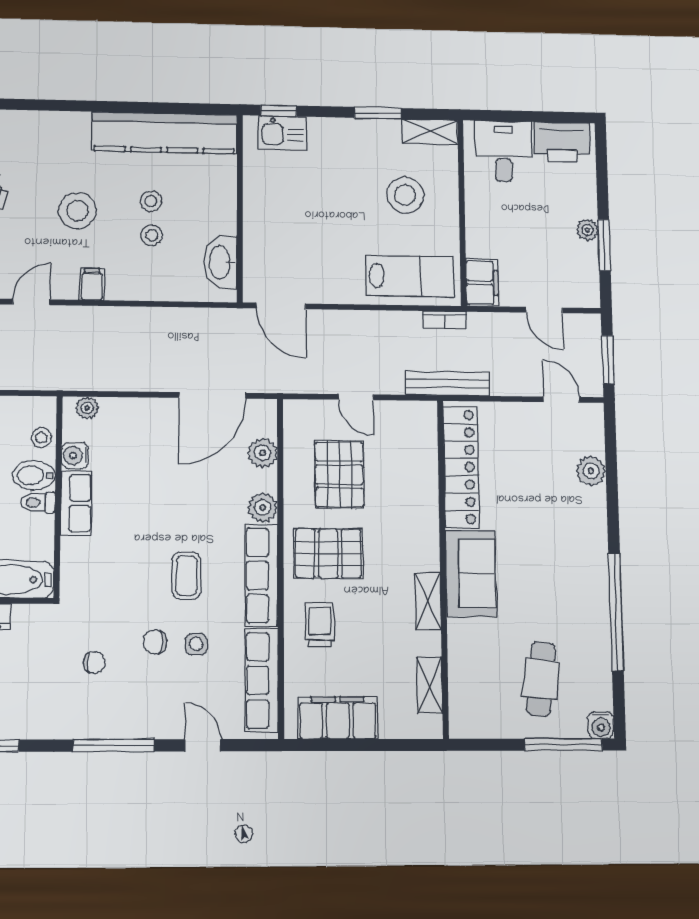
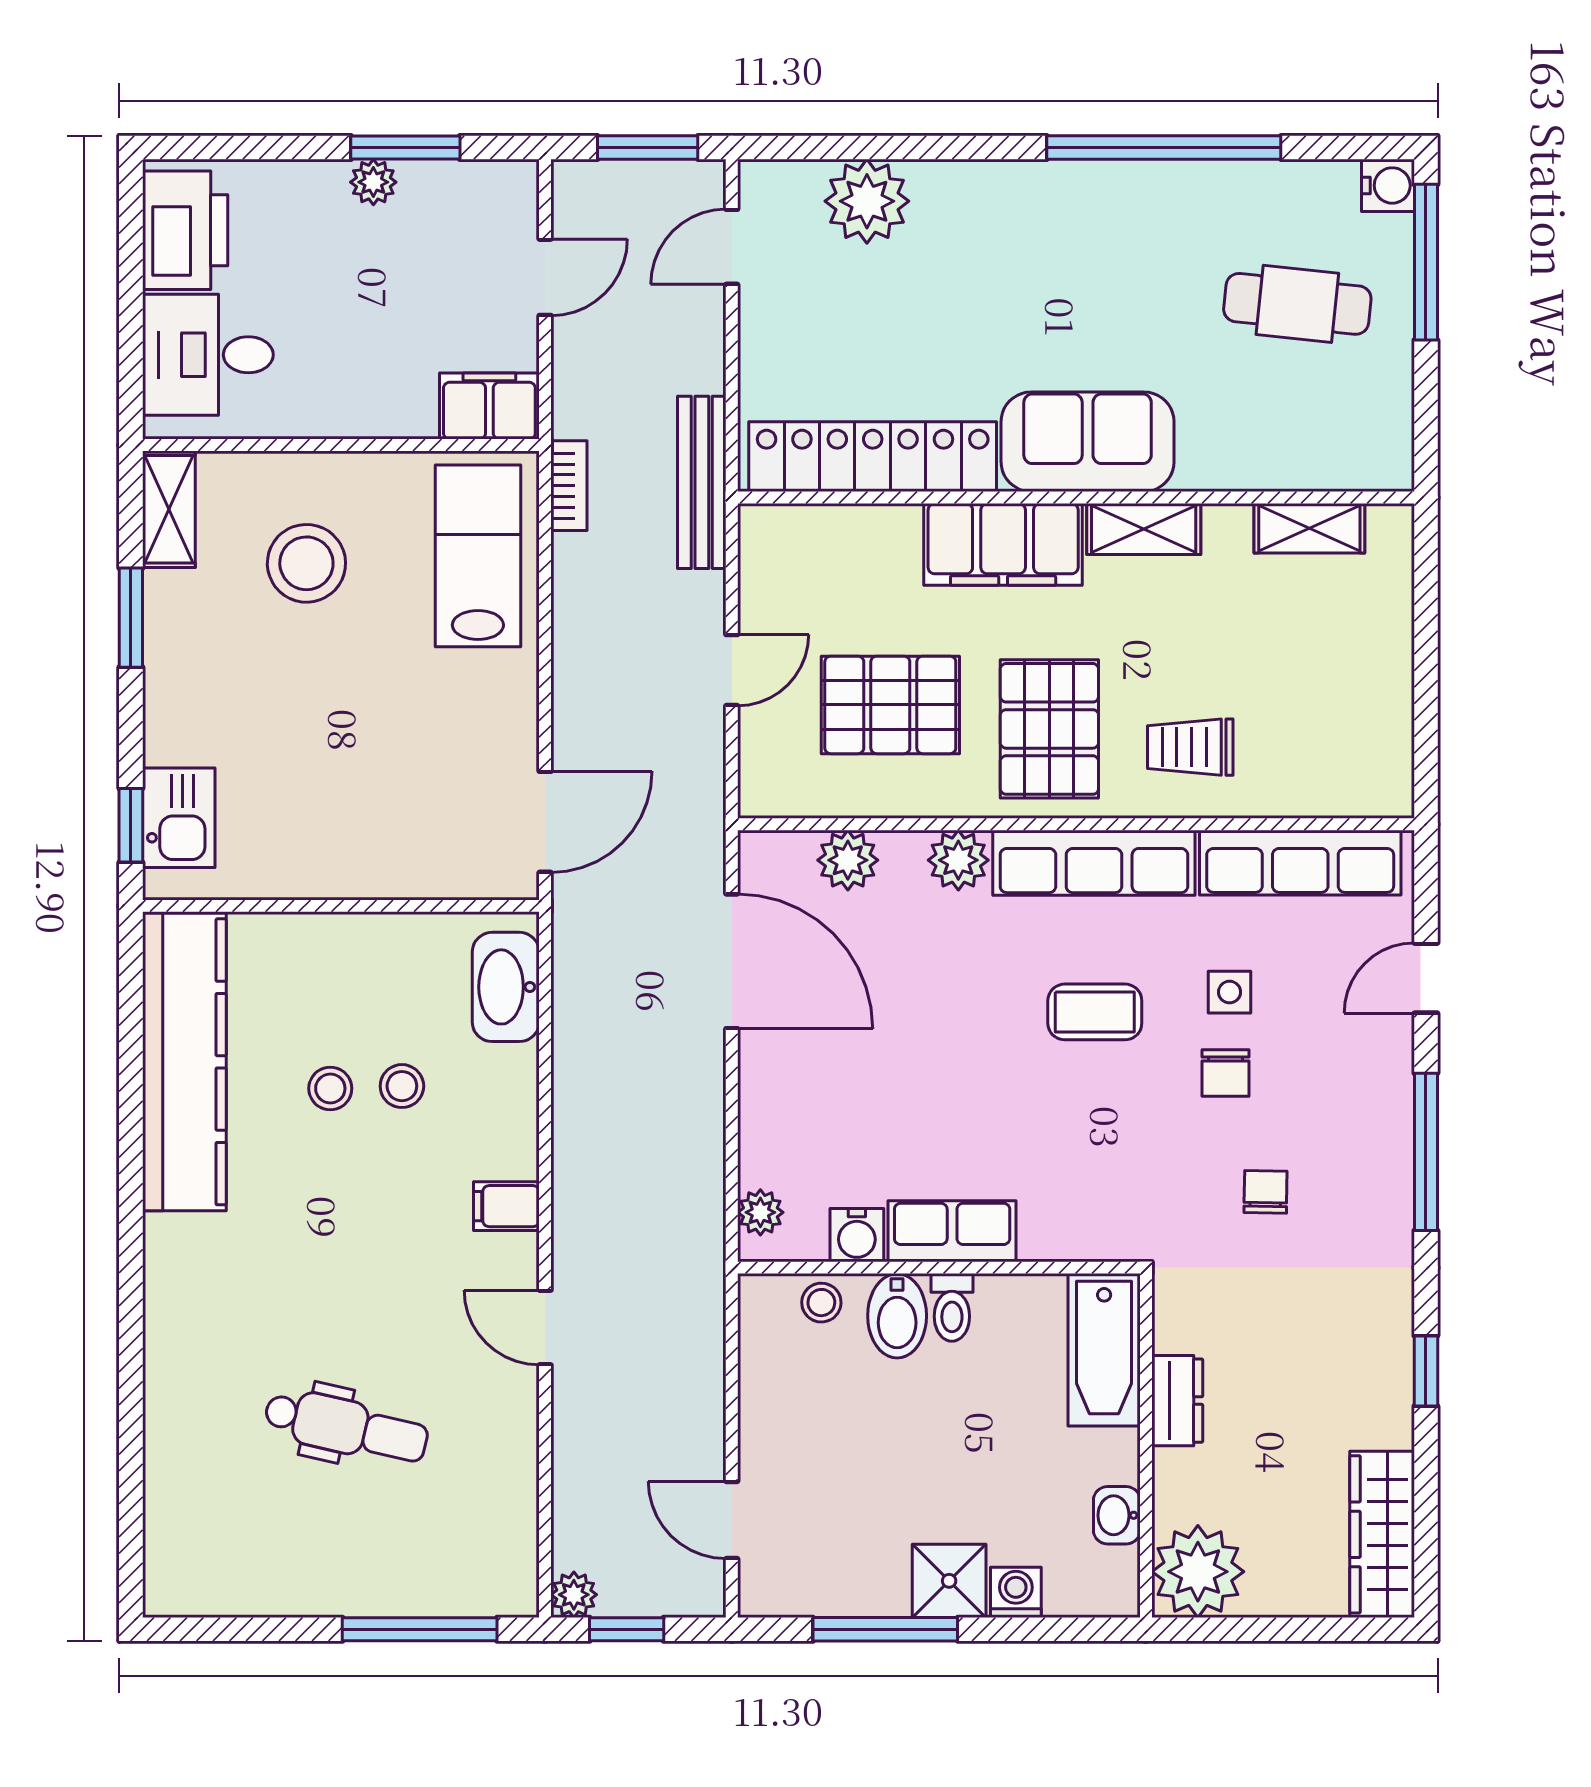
stool: (78, 211) -> (353, 1237), removed
washbasin: (221, 262) -> (506, 987), moved, turned 90
plant: (591, 471) -> (867, 201), width x1.36, depth x1.36
filing cabinet: (338, 718) -> (1003, 544), moved, turned -90

